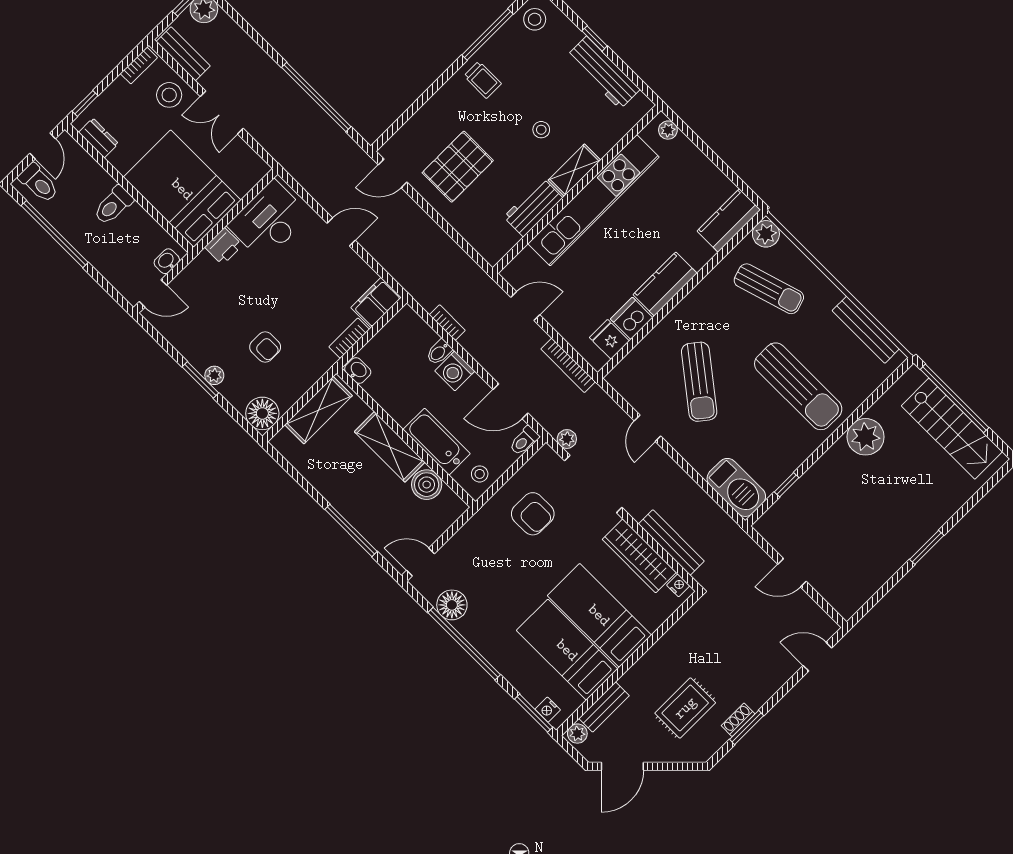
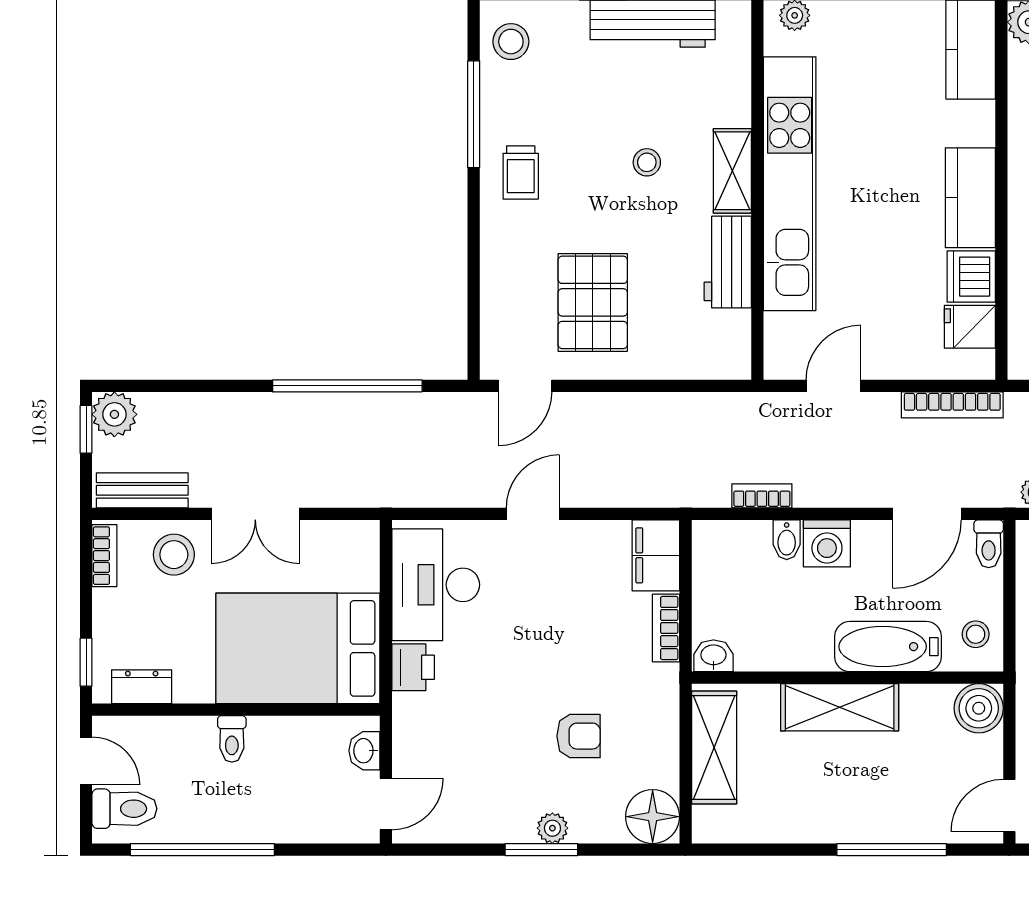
trolley: (483, 80) -> (521, 172), turned 90
toilet: (113, 205) -> (232, 739), width x0.73, depth x0.72
boiler: (427, 485) -> (979, 708), moved

